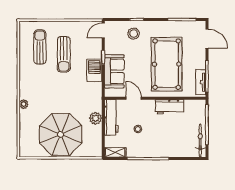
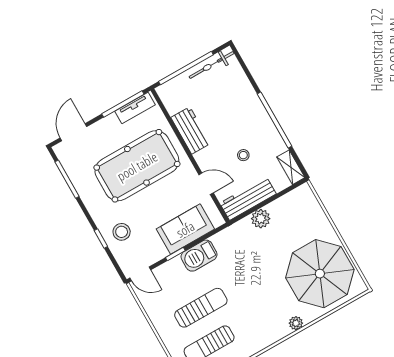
door: (134, 98) -> (206, 184), swing flipped
parasol: (61, 134) -> (320, 274), moved

